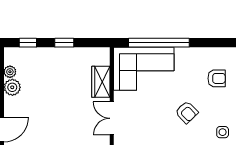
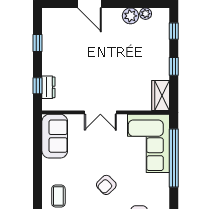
wardrobe: (101, 82) -> (161, 95), moved, turned -90
double door: (112, 118) -> (100, 112), swing flipped

